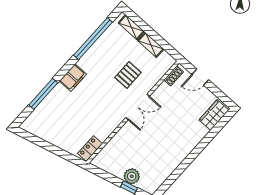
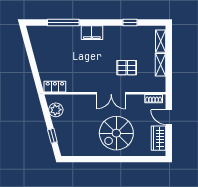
window: (93, 39) -> (130, 22), width x0.32
wardrobe: (214, 115) -> (159, 138), moved, turned -90
spiral stairs: (174, 132) -> (116, 133), added
plant: (132, 176) -> (56, 110), moved

